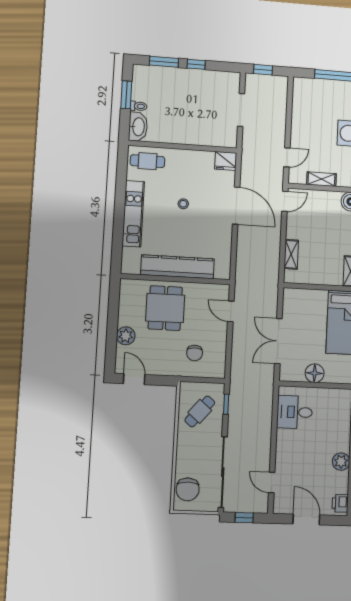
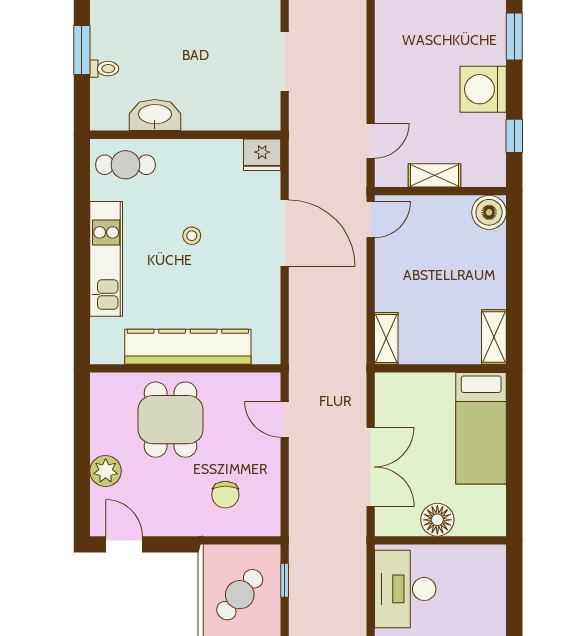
washbasin: (138, 127) -> (155, 115), moved, turned -90
shelving: (291, 254) -> (386, 338), moved
double door: (278, 341) -> (371, 467), swing flipped
desk: (295, 412) -> (405, 589), width x1.37

